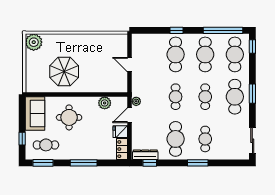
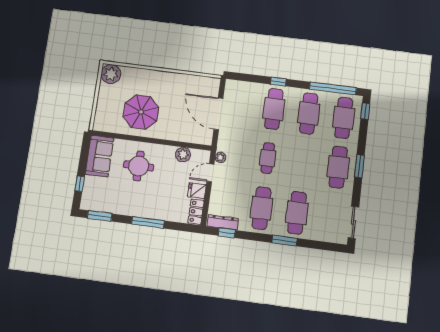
door: (130, 65) -> (218, 114), width x1.87
cafe table: (205, 97) -> (303, 163), removed
cafe table: (205, 139) -> (297, 213), width x1.37, depth x1.35
cafe table: (46, 145) -> (107, 195), removed

